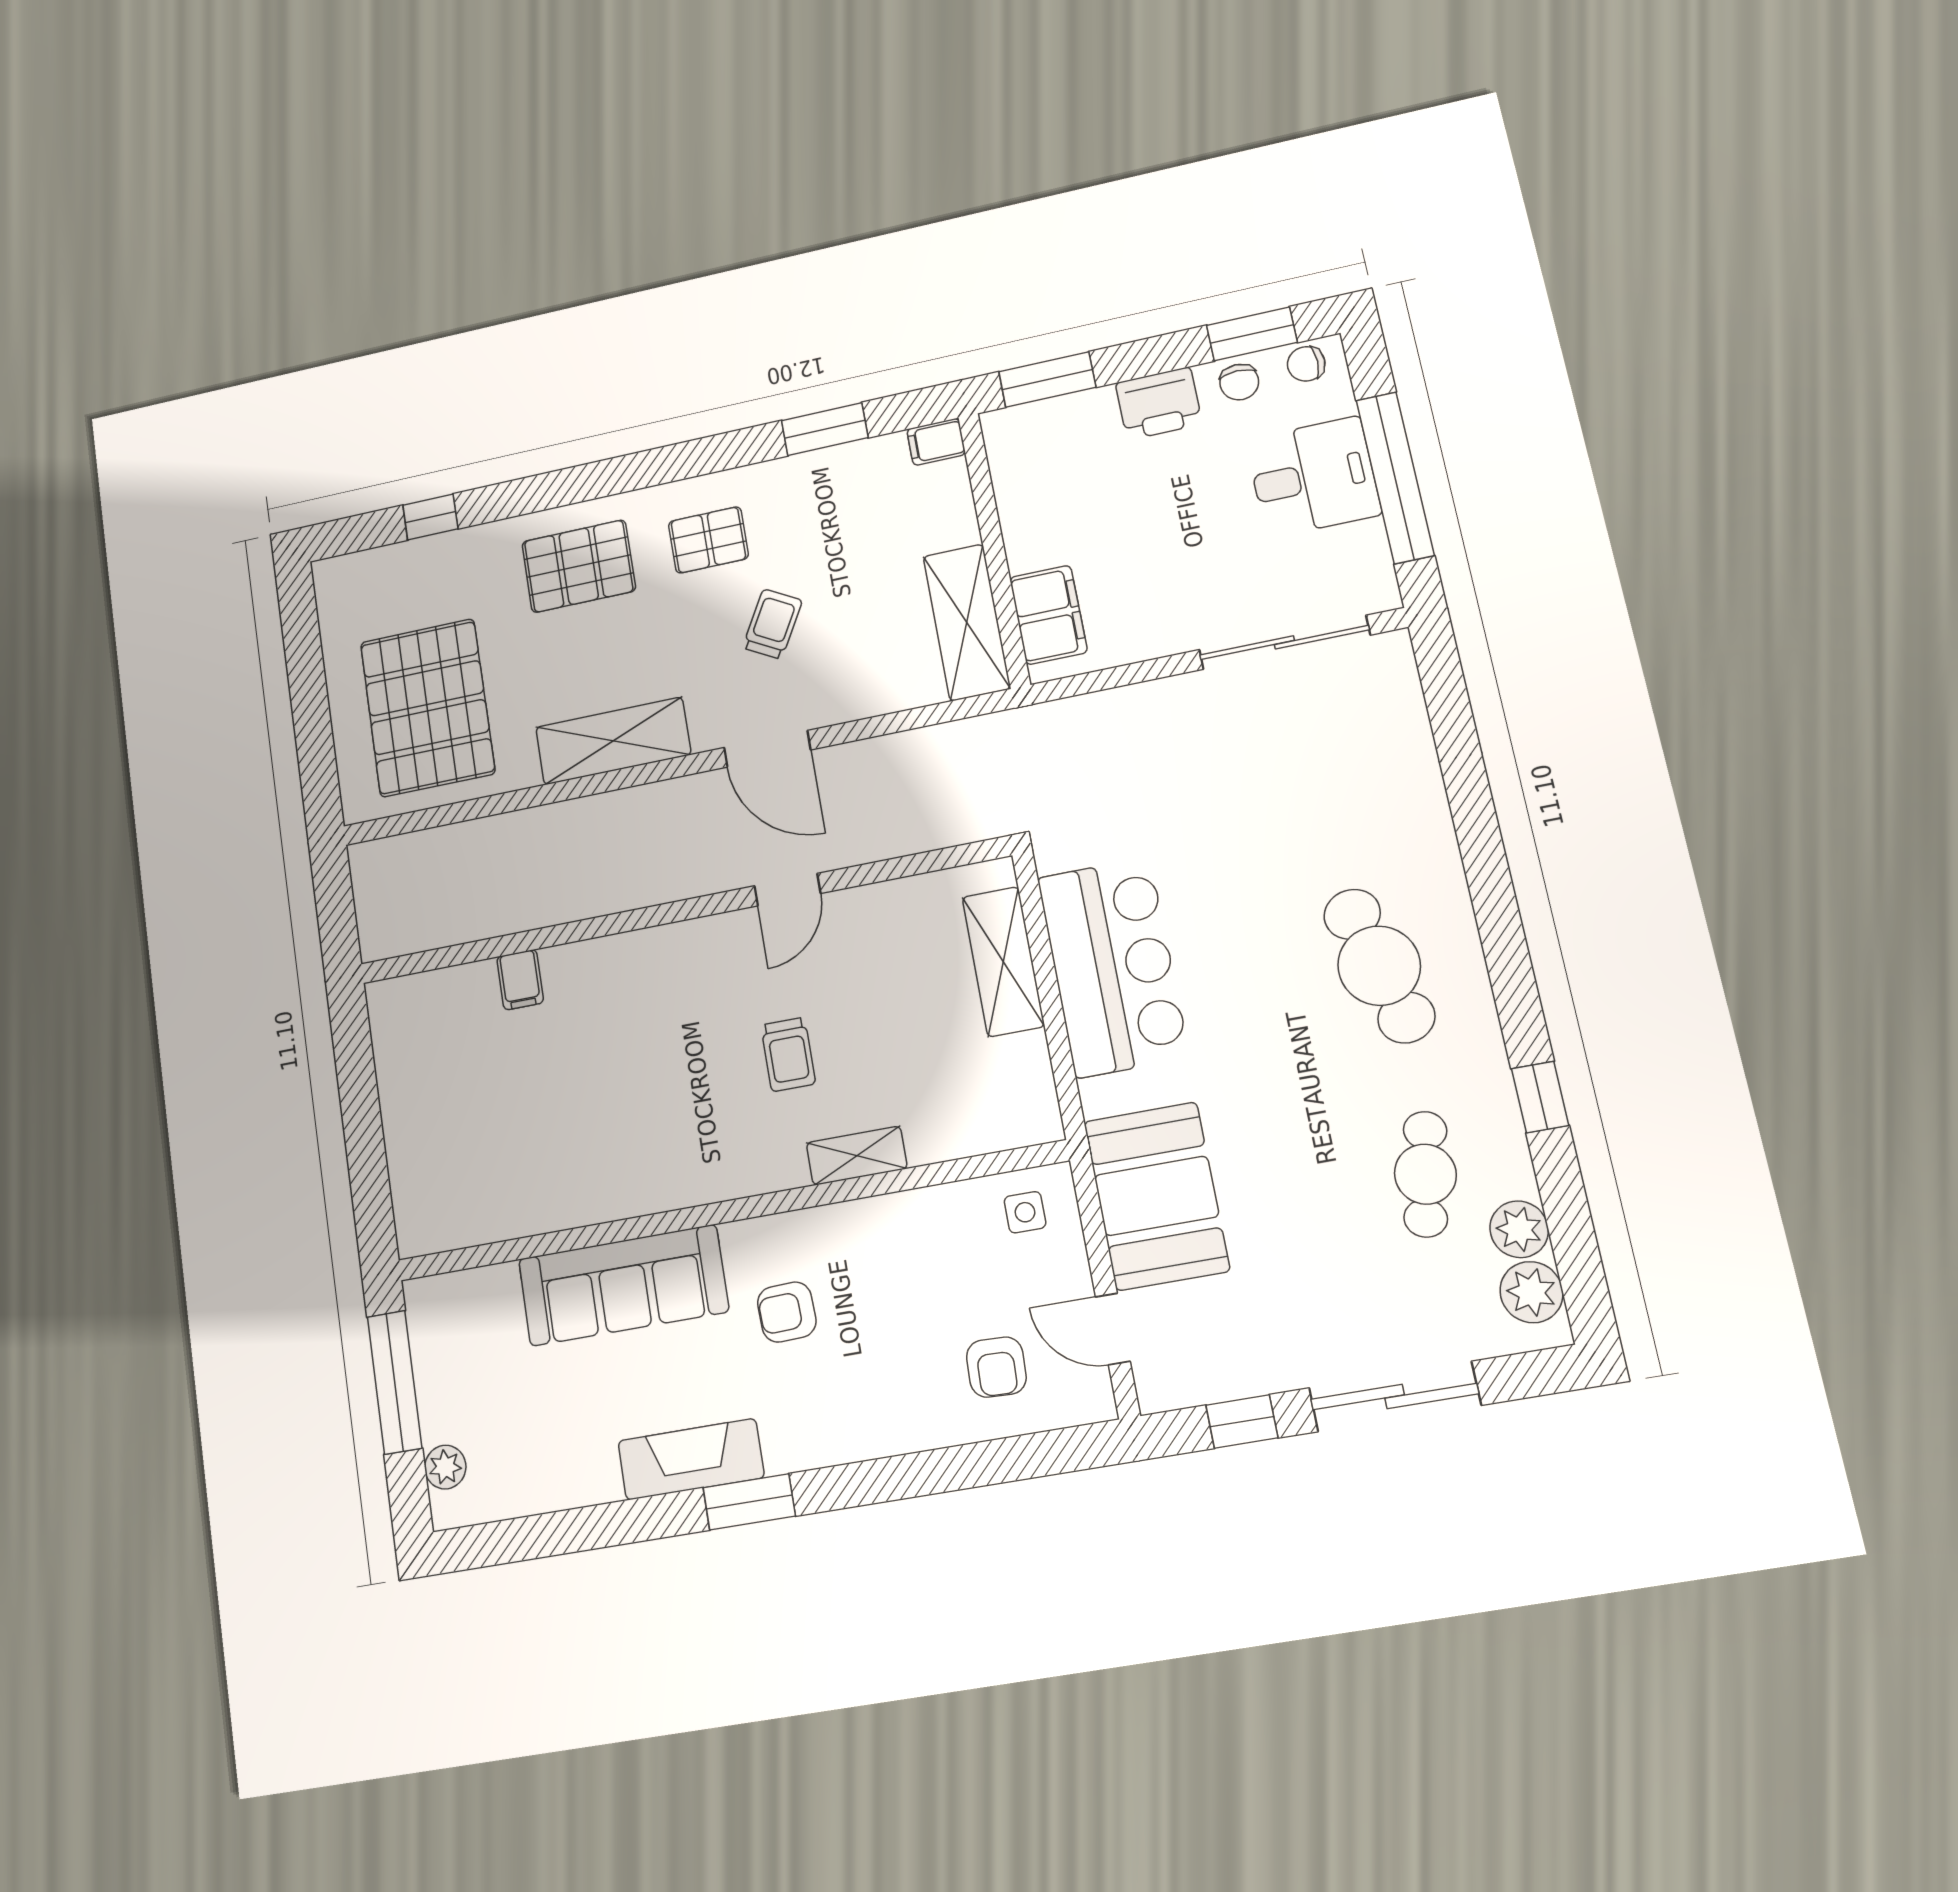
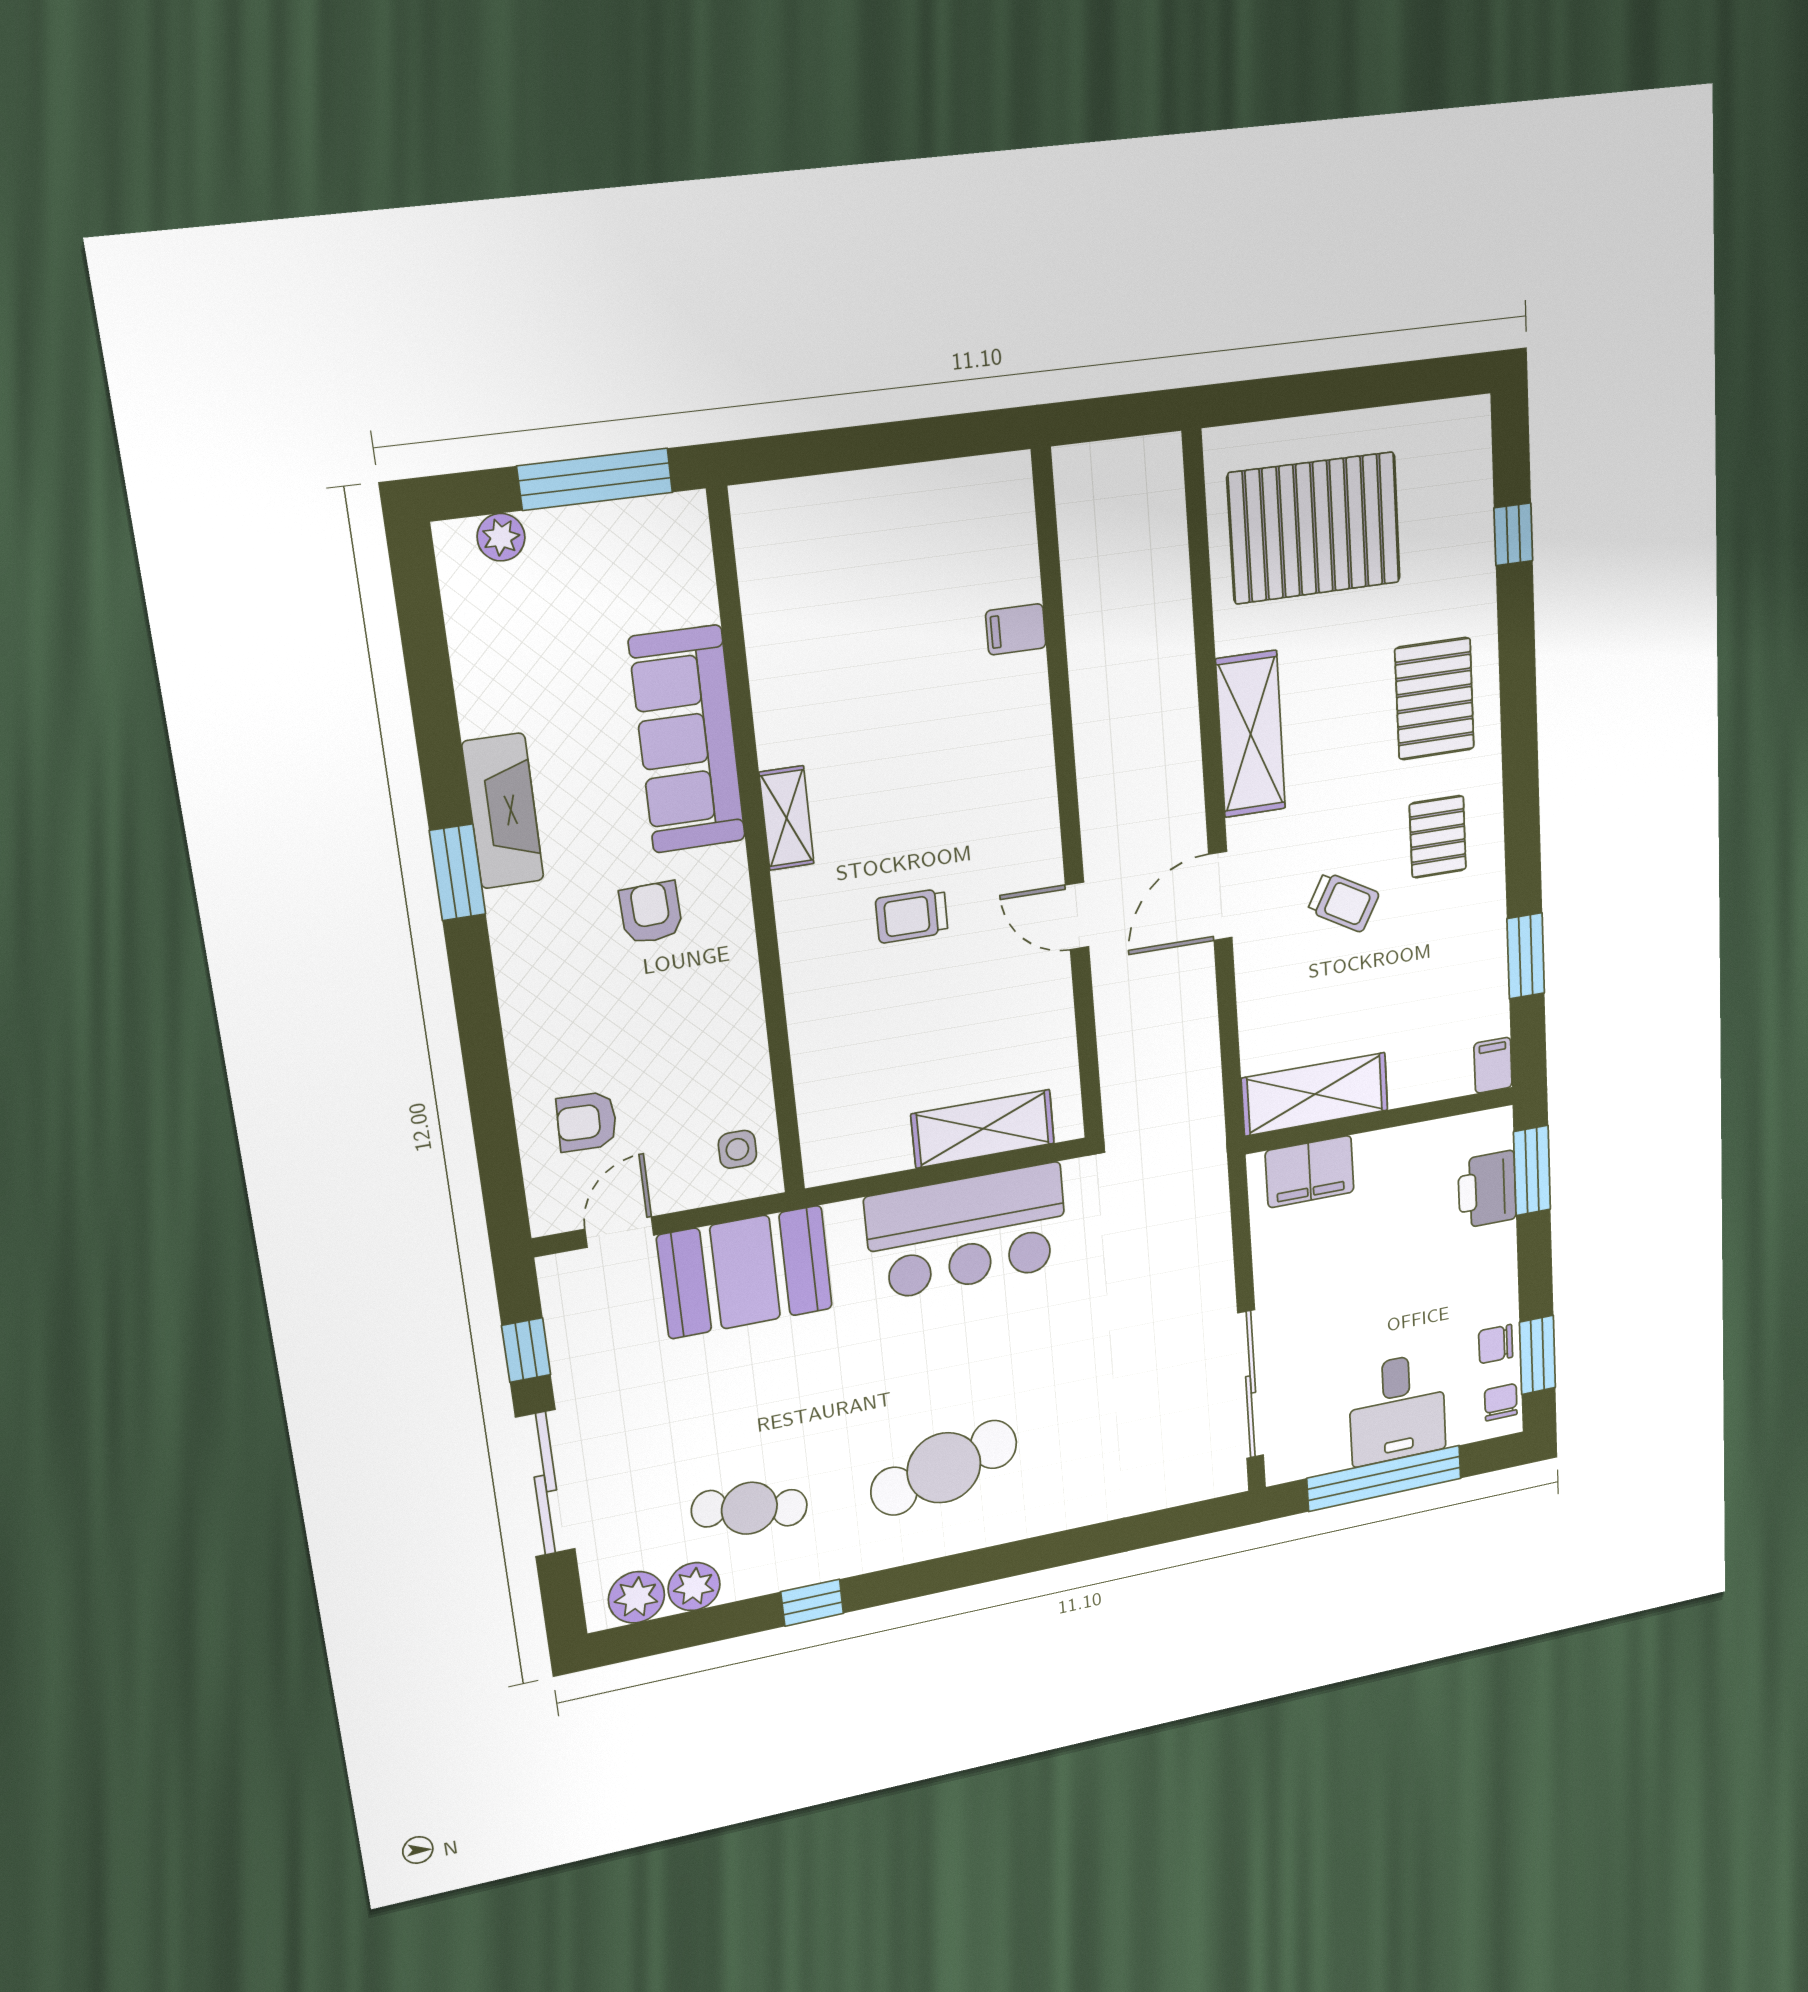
printer: (1159, 403) -> (1487, 1190), moved
shelving: (857, 1156) -> (787, 818), moved

